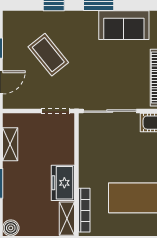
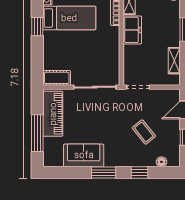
floor lamp: (26, 17) -> (161, 162), added
coffee table: (48, 55) -> (144, 132), width x0.73, depth x0.77

